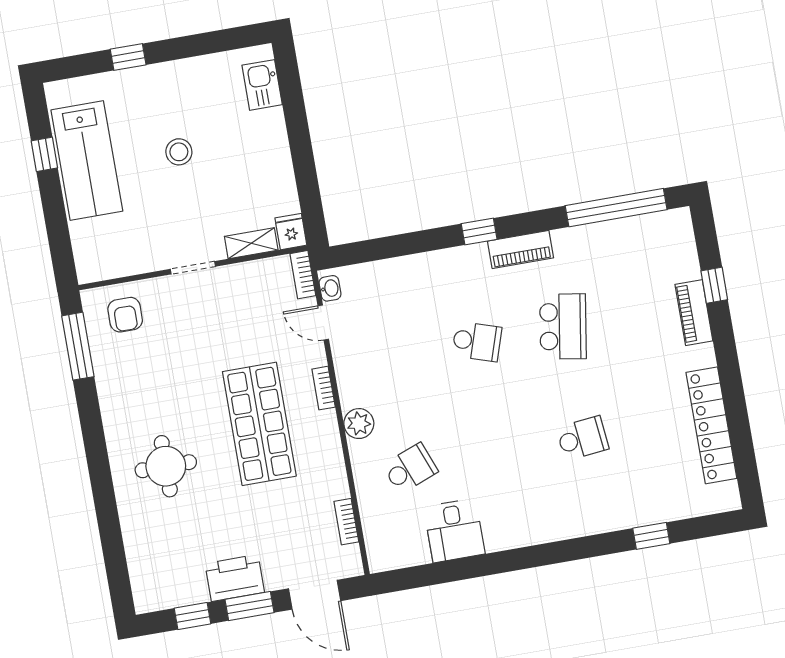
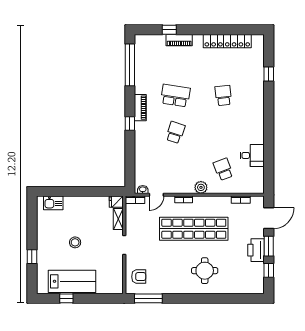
shop shelf: (259, 424) -> (194, 229), width x1.40

